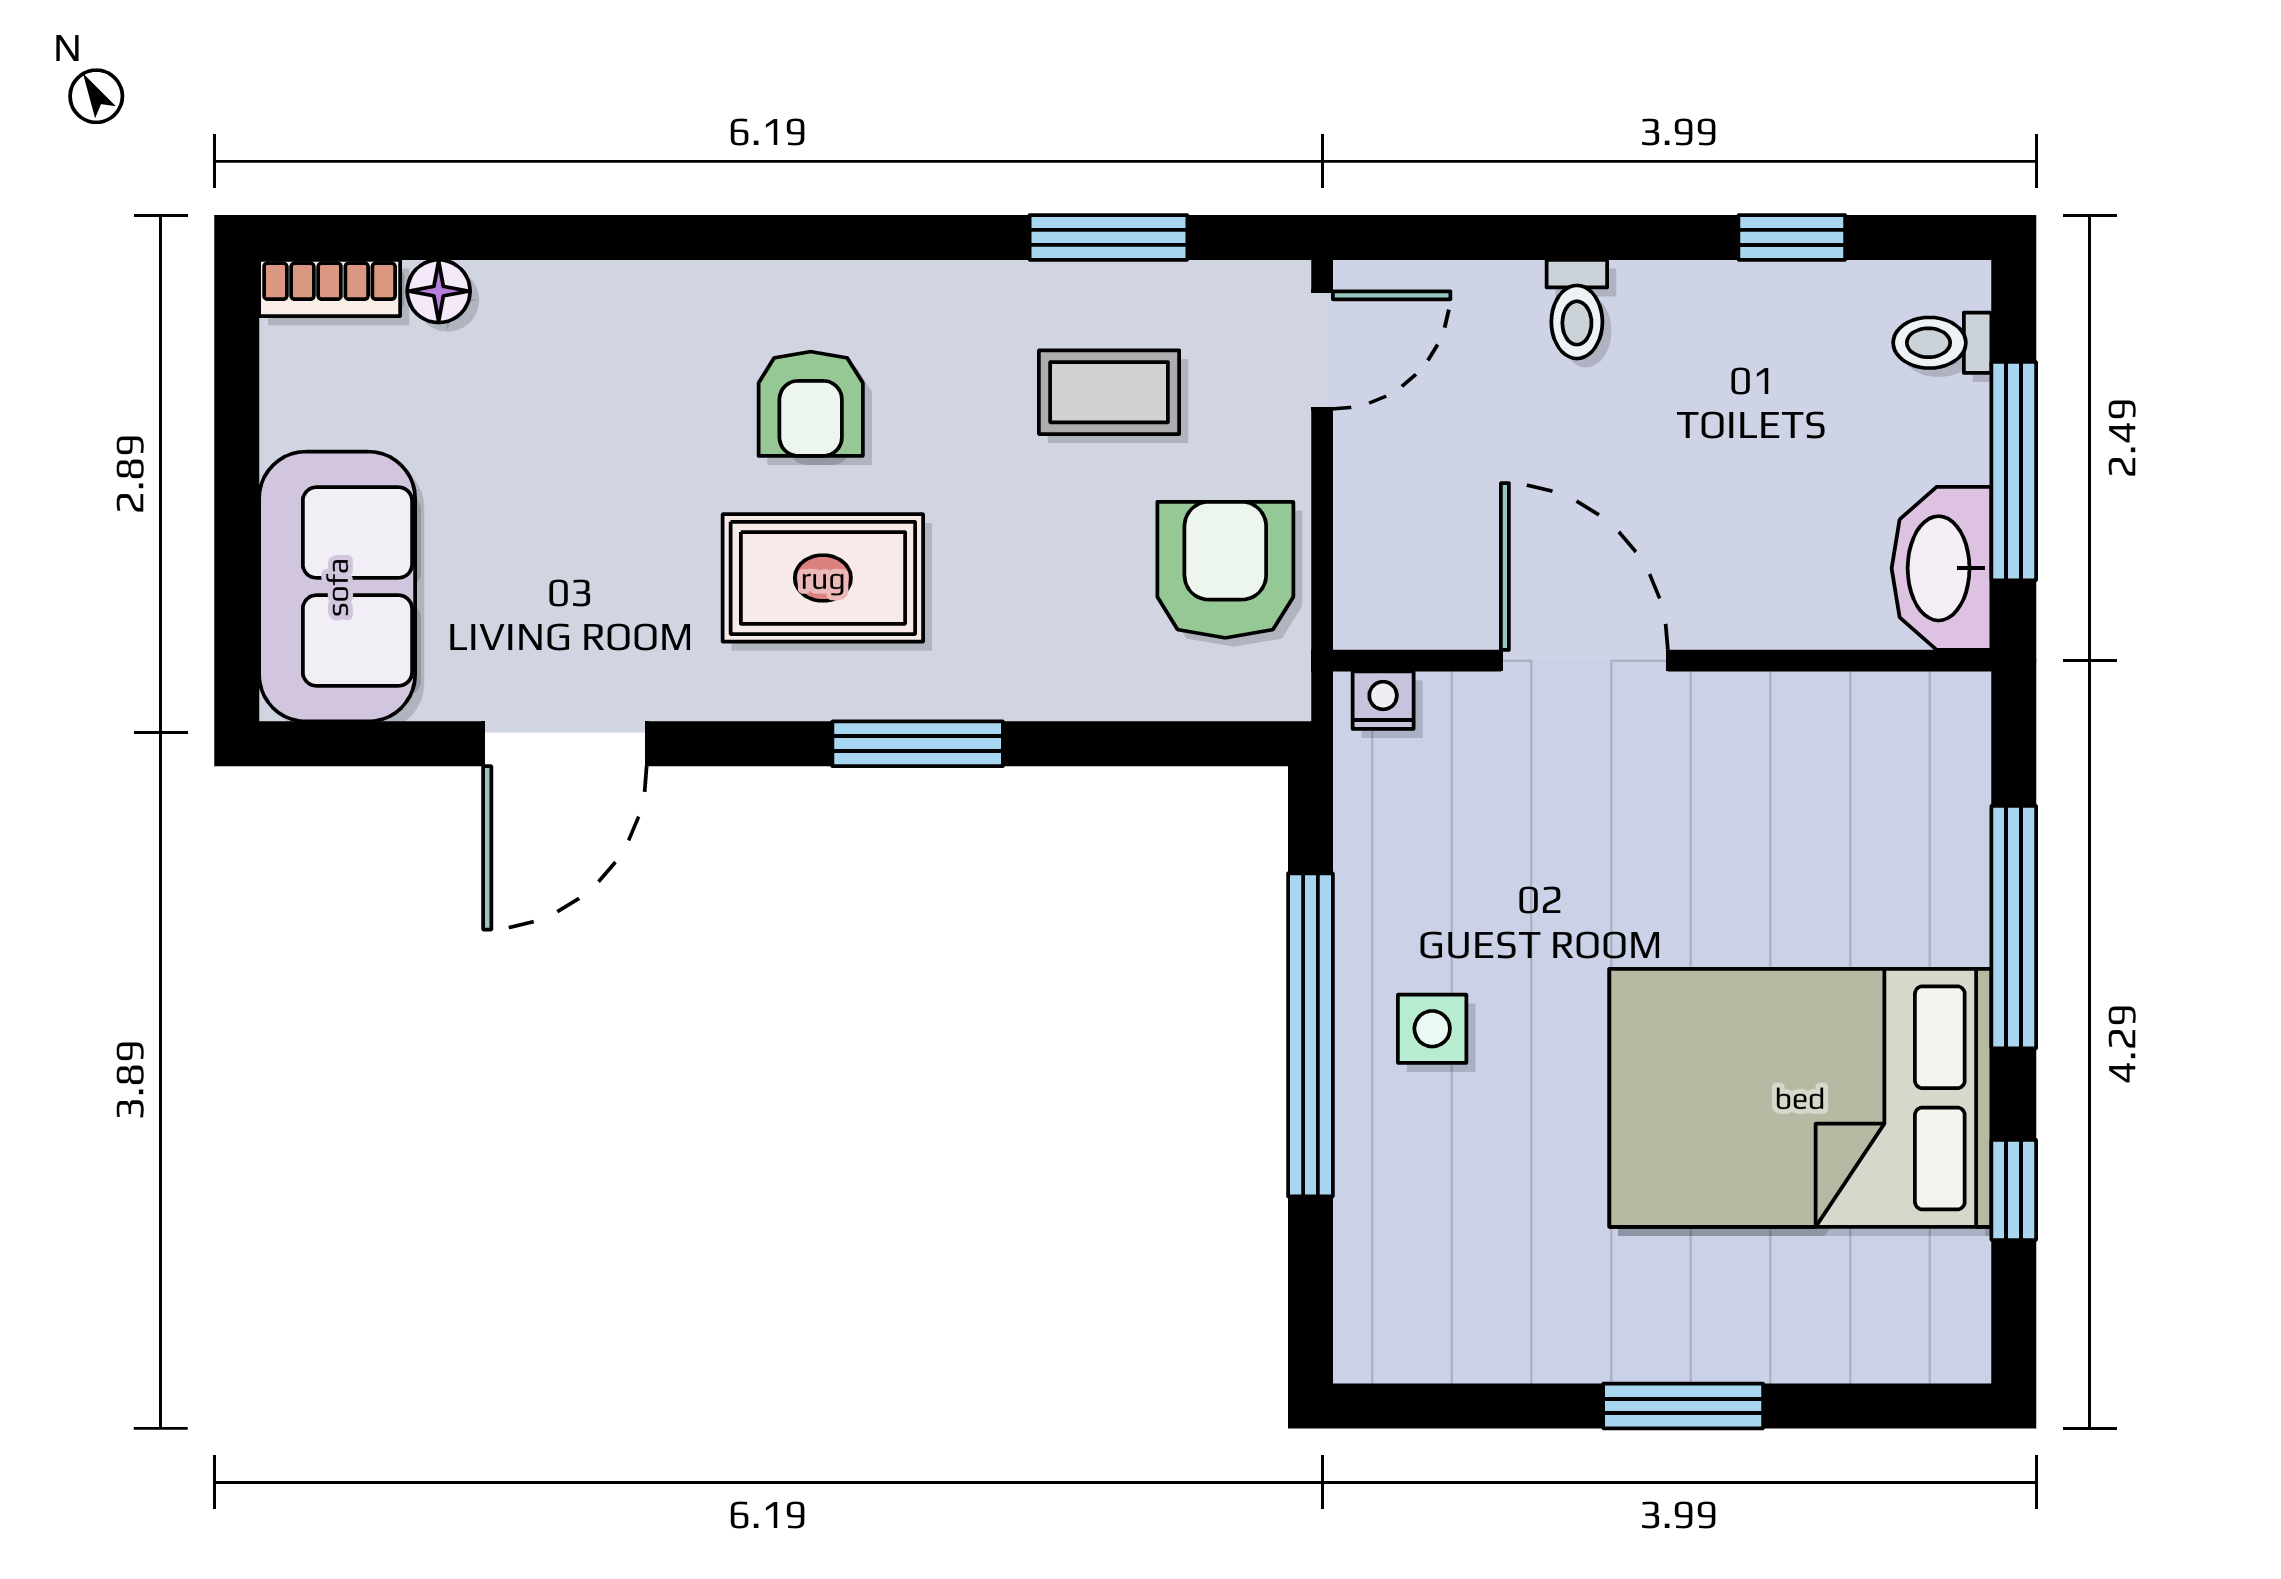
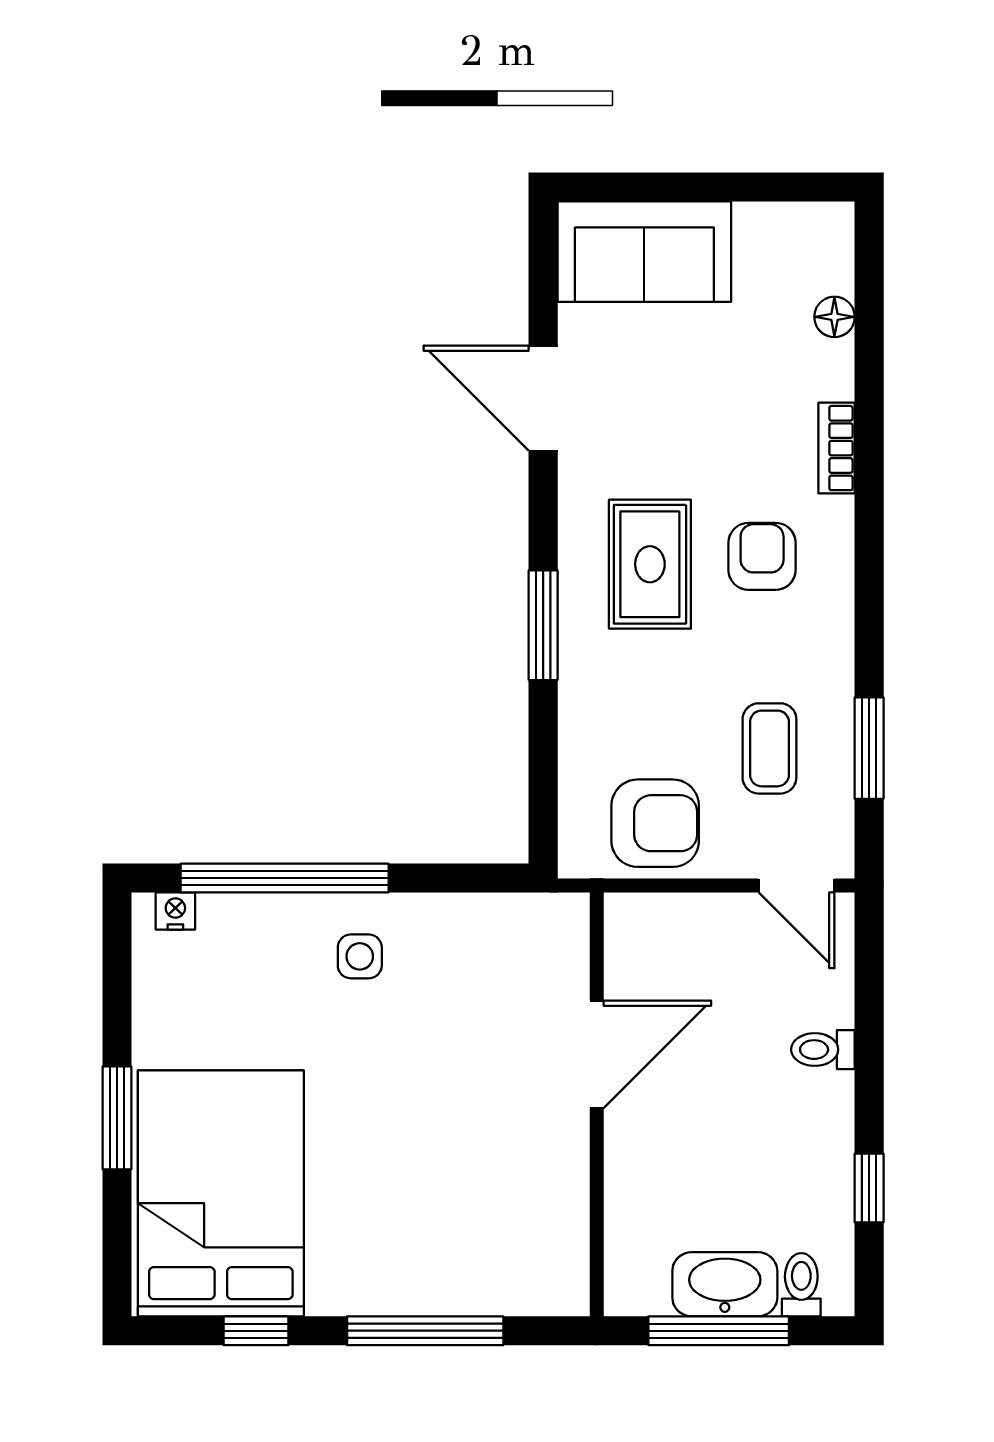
bookcase: (330, 288) -> (837, 448), moved
armchair: (811, 404) -> (762, 556), turned 90
washbasin: (1942, 568) -> (725, 1284), moved
nightstand: (1383, 700) -> (175, 911), moved, turned -90
window: (1310, 1035) -> (285, 878), moved
bed: (1800, 1098) -> (221, 1193), moved

